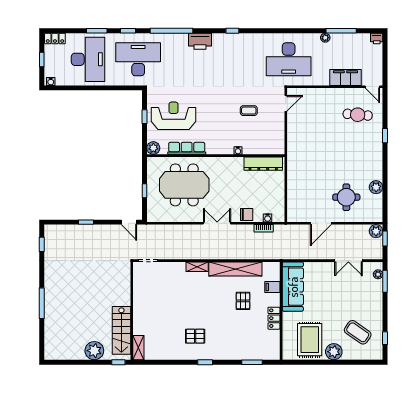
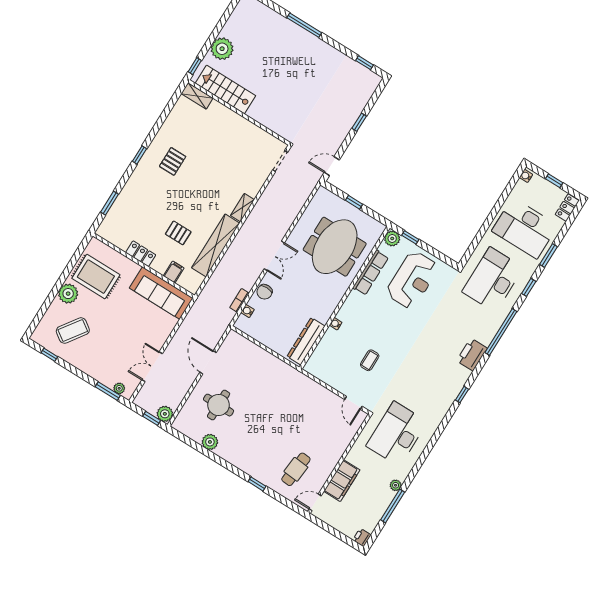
desk: (138, 59) -> (493, 280), turned 180
window: (145, 117) -> (410, 237), moved

